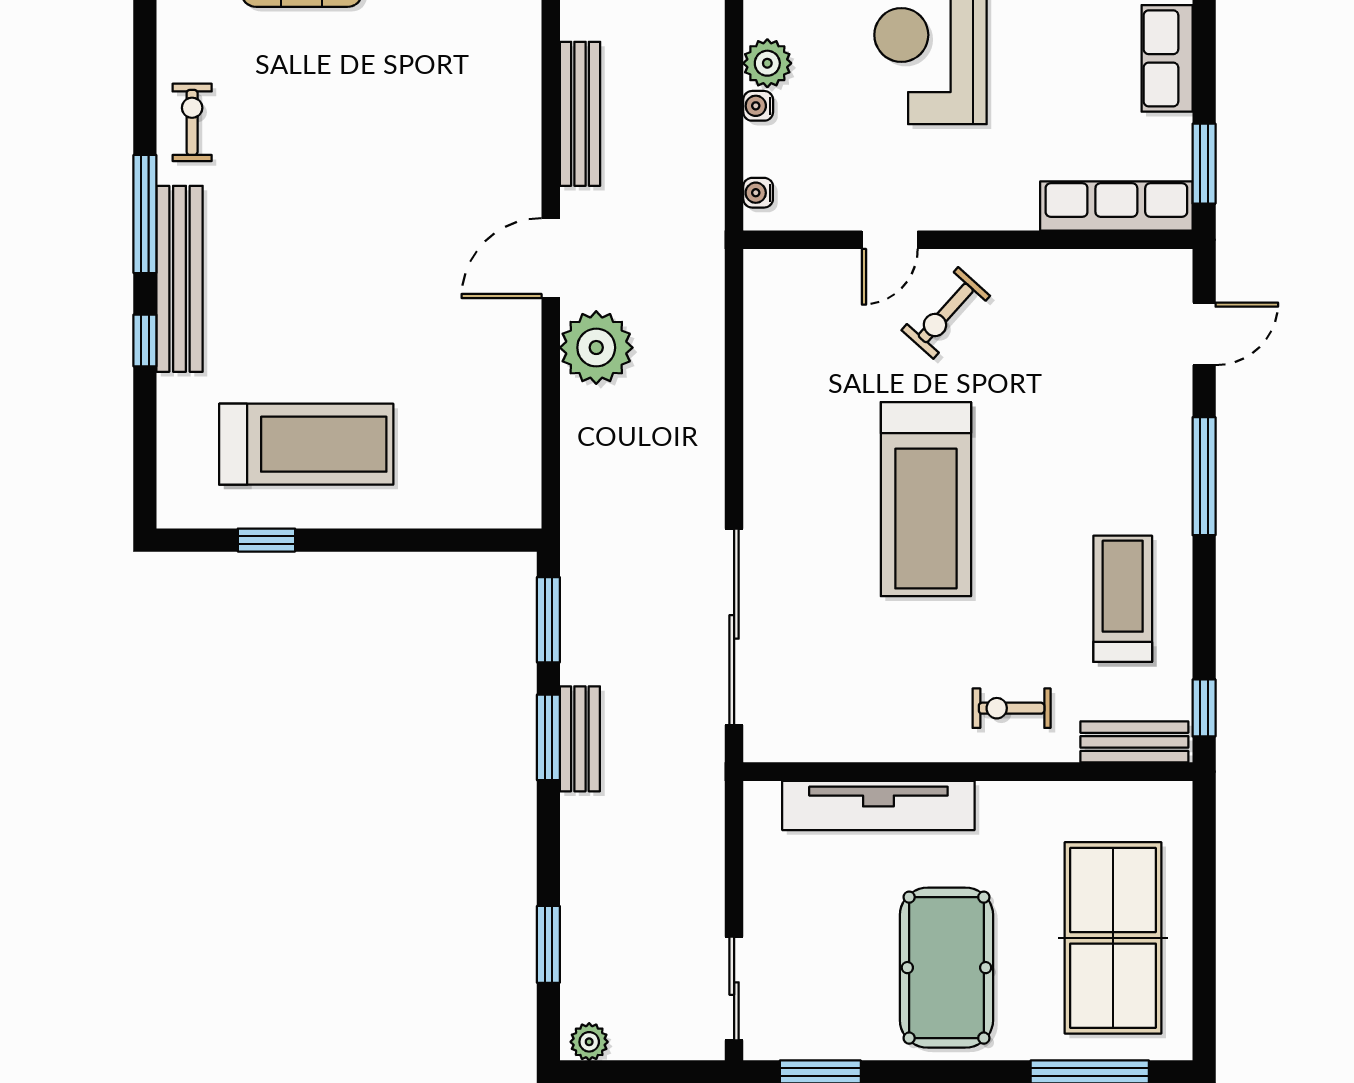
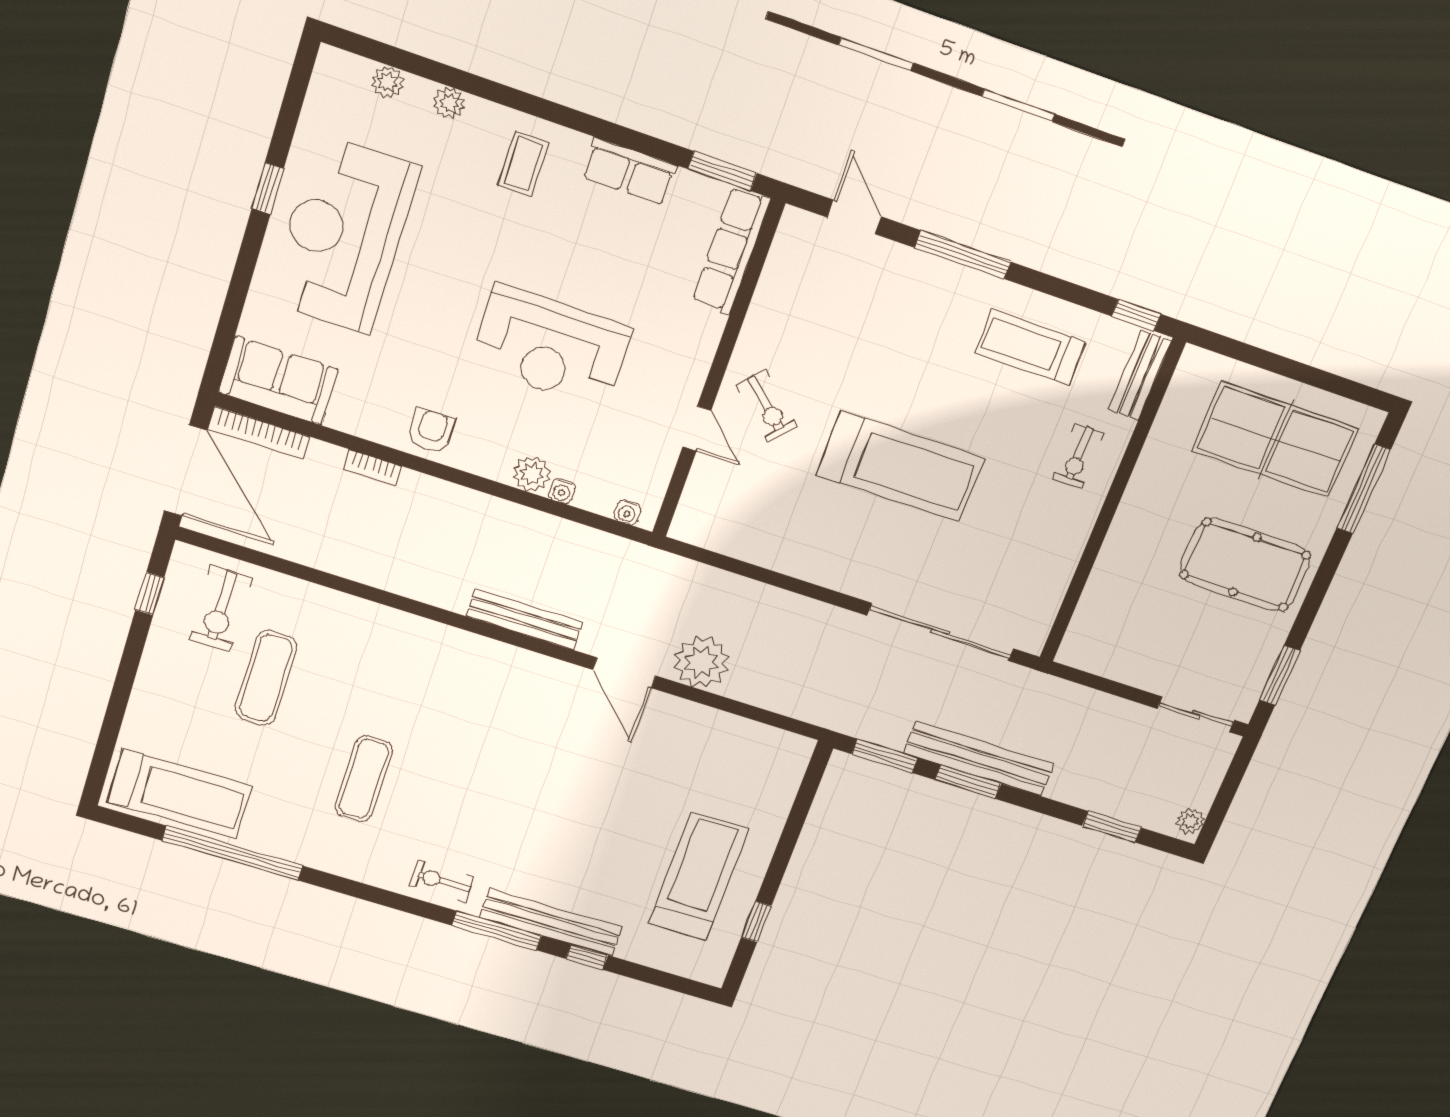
bench: (580, 739) -> (979, 759), width x1.86, depth x1.21
tv unit: (878, 805) -> (1109, 574), removed

